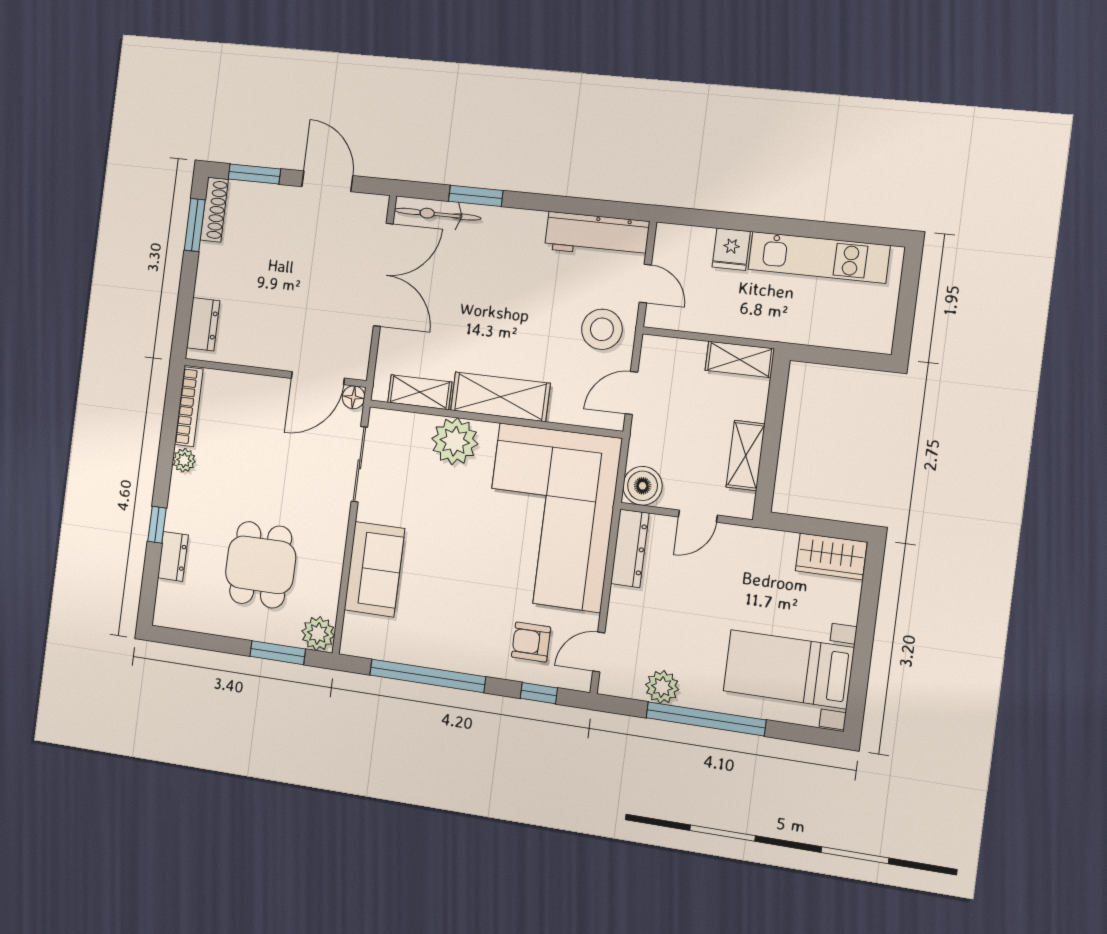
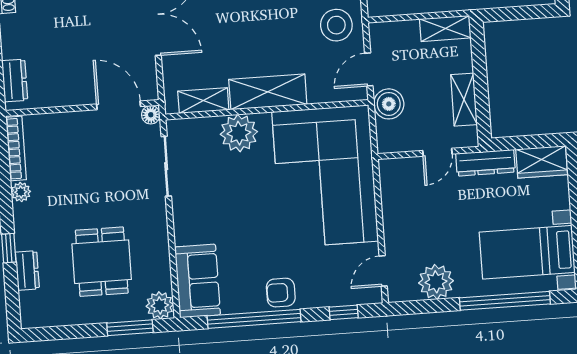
door: (318, 378) -> (119, 105), swing flipped
boiler: (643, 486) -> (389, 104), moved
dresser: (630, 548) -> (485, 163), moved, turned 90
sofa: (374, 569) -> (198, 281), moved
armchair: (531, 642) -> (281, 293), moved
plant: (662, 687) -> (436, 282), width x1.36, depth x1.36
window: (706, 719) -> (505, 301), moved

